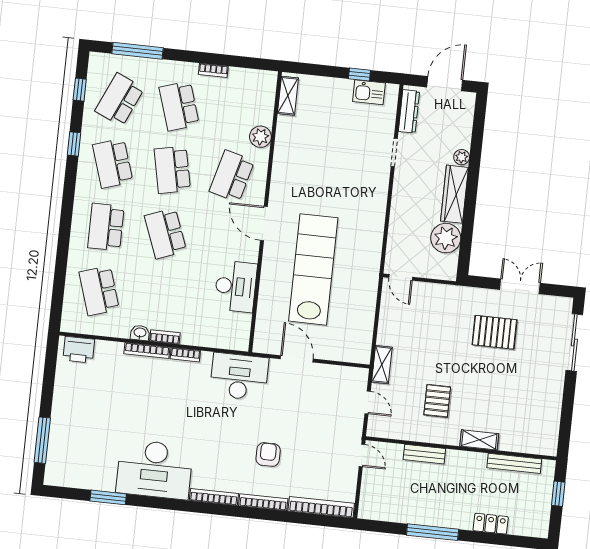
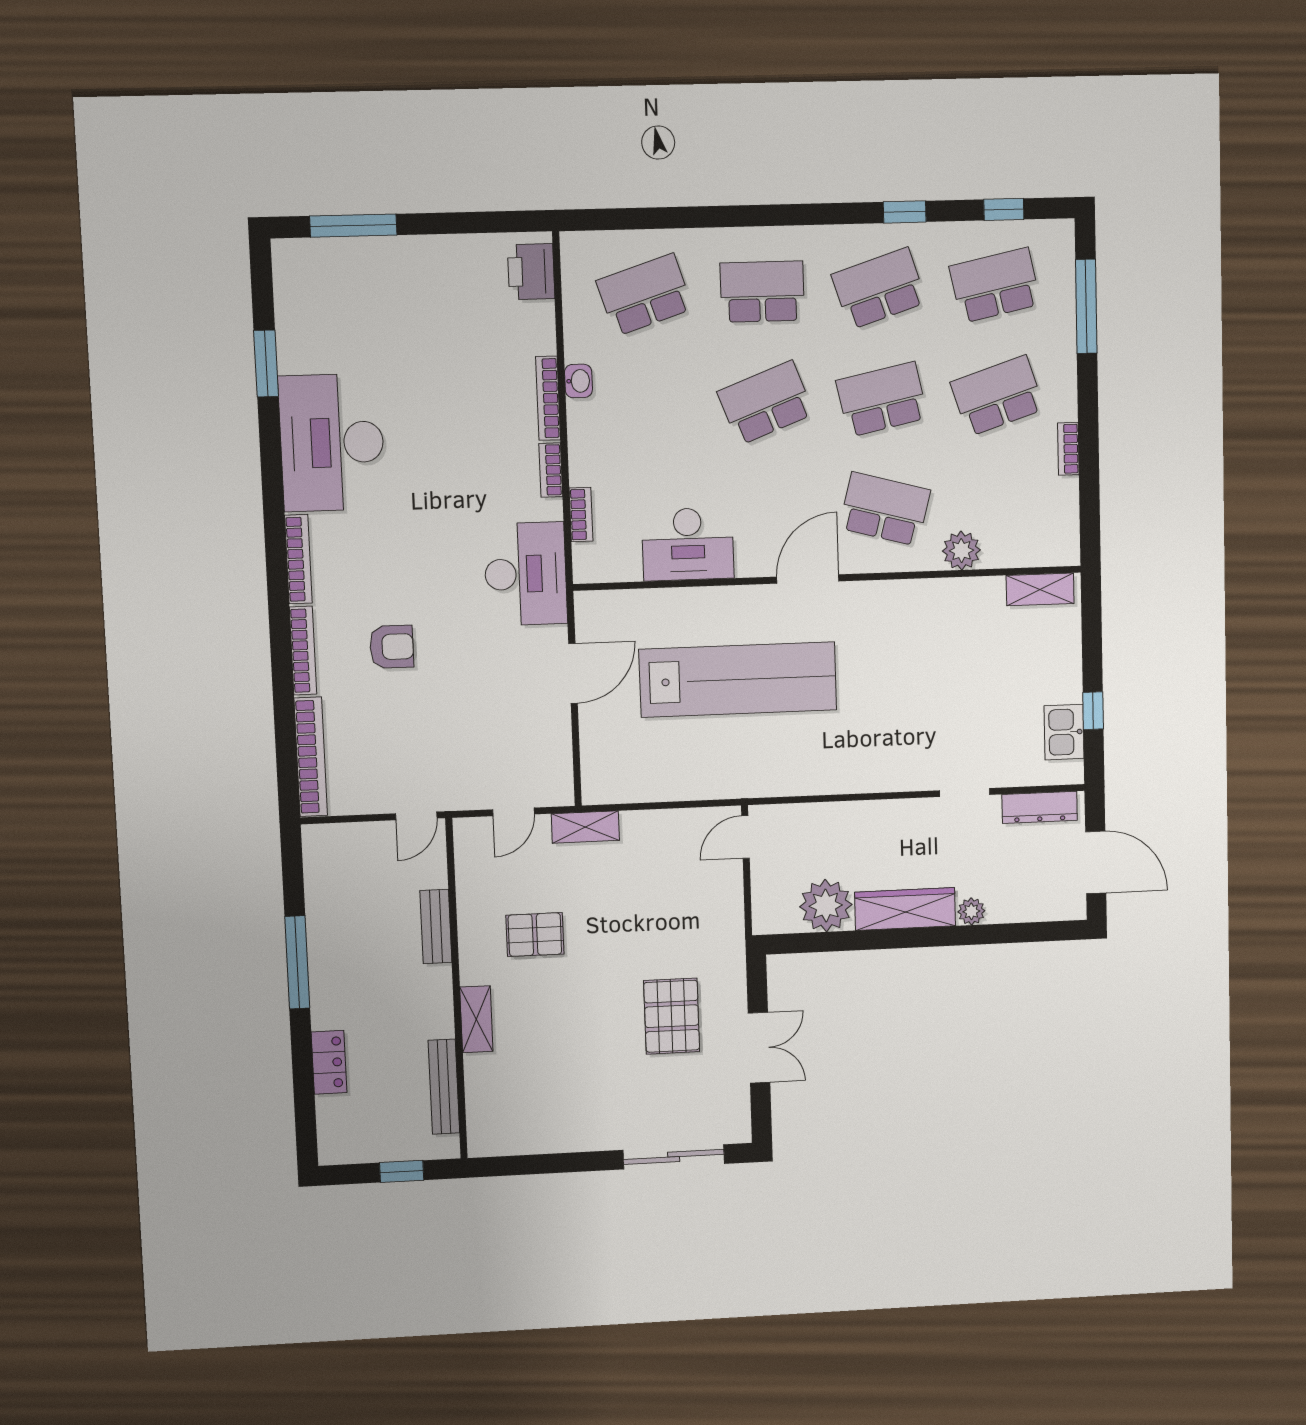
school desk: (120, 100) -> (995, 285), turned -36
bookcase: (165, 337) -> (581, 514), moved

